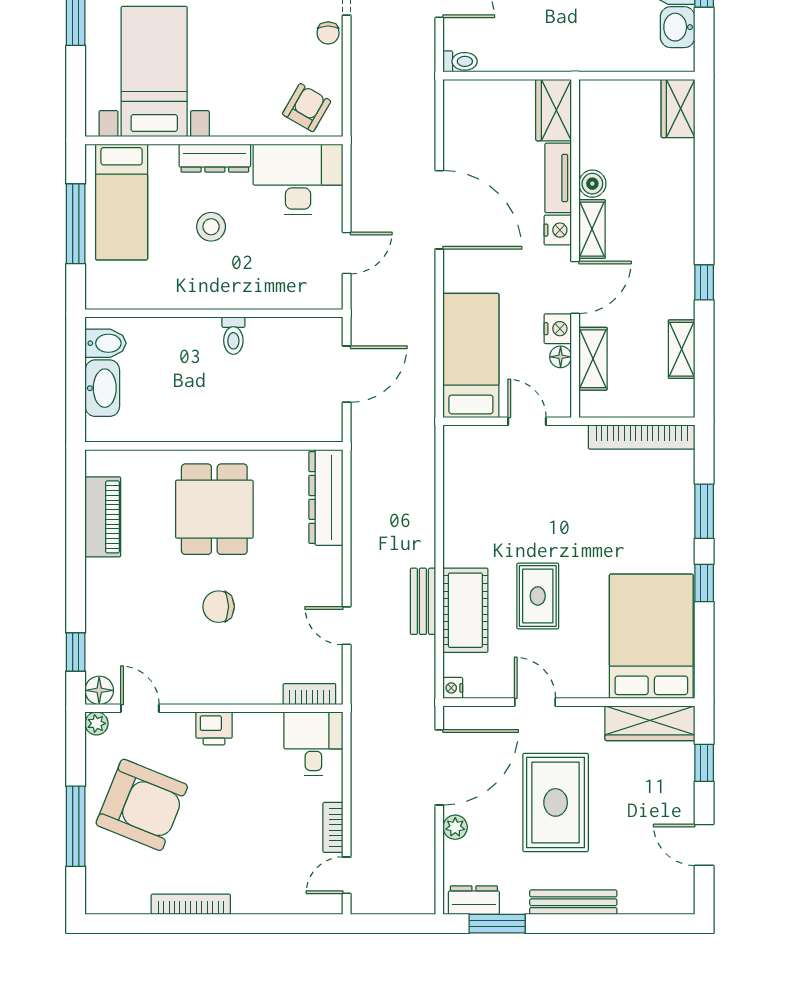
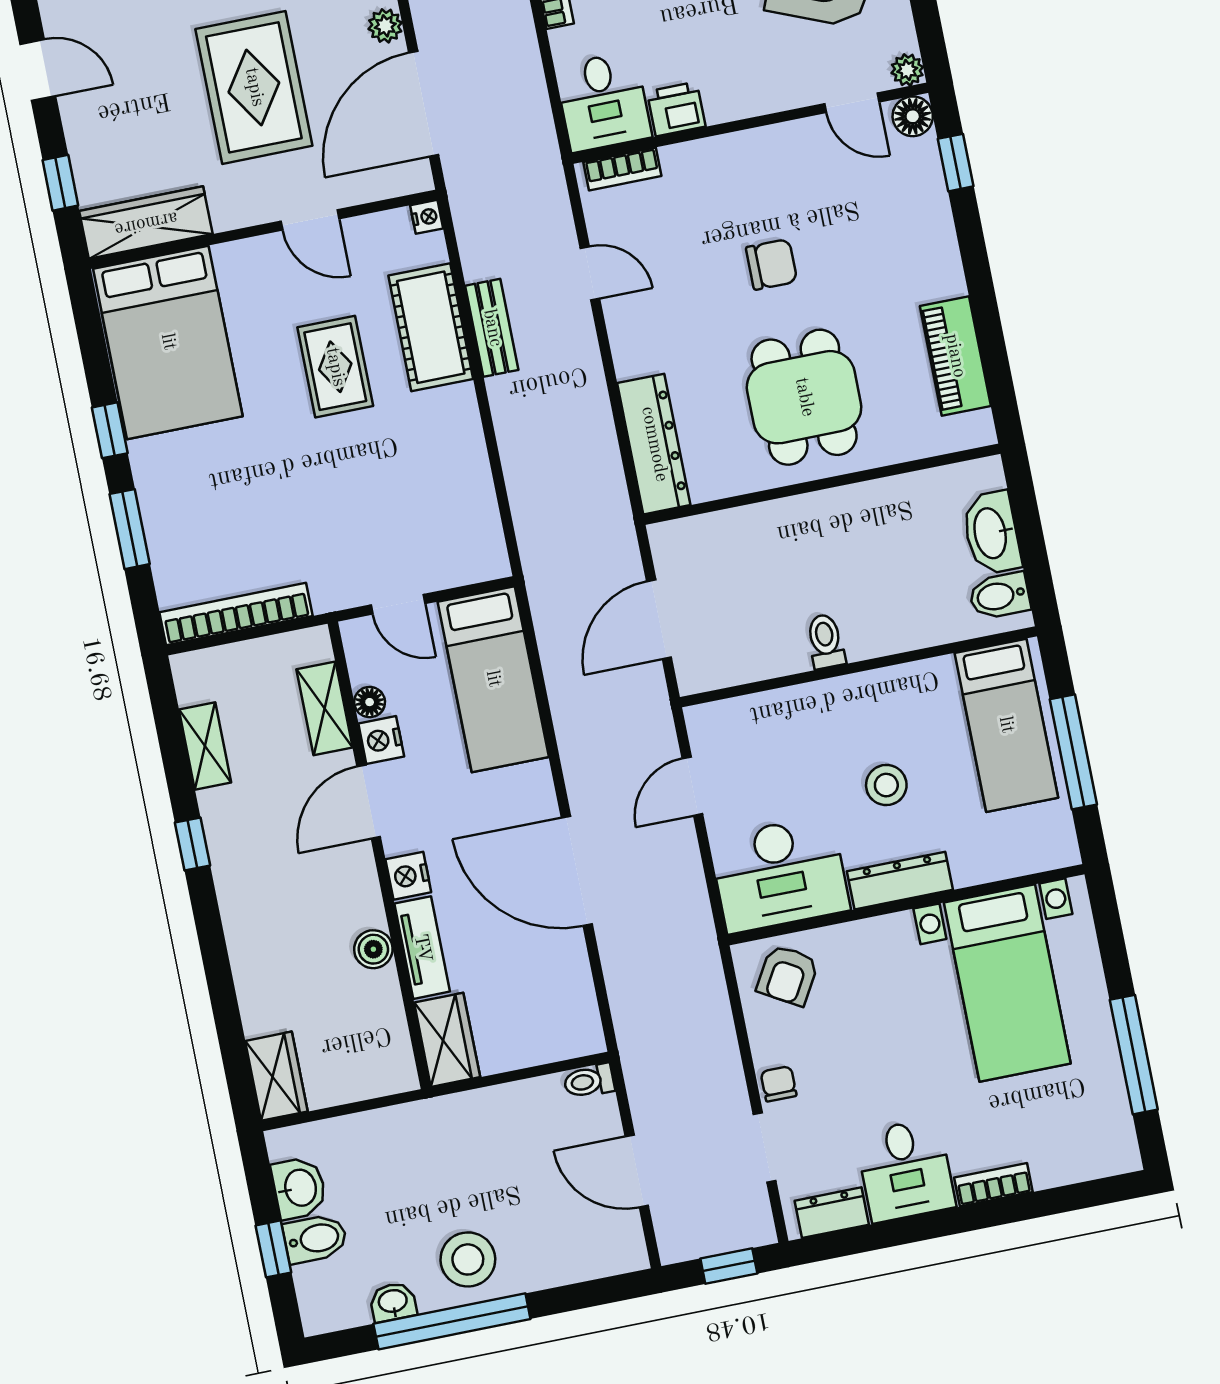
bed: (122, 202) -> (1006, 725), moved, turned 180
shelving: (592, 229) -> (361, 887), removed
printer: (214, 728) -> (676, 109), moved

